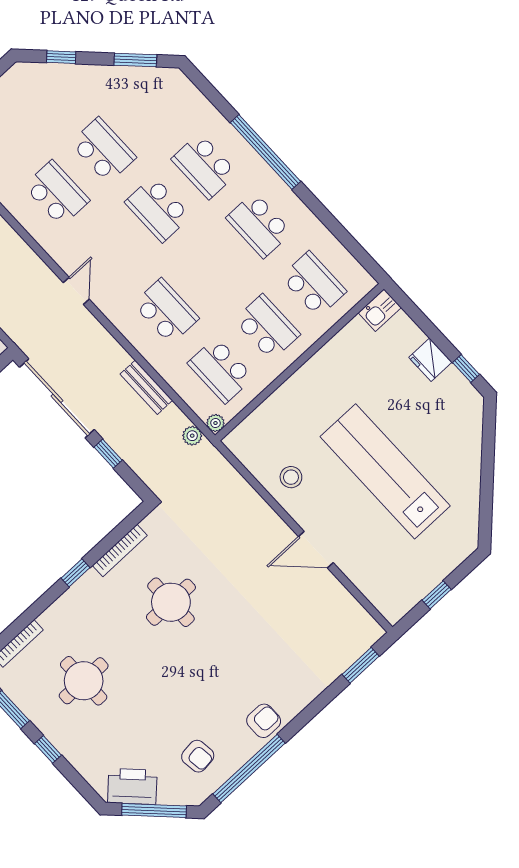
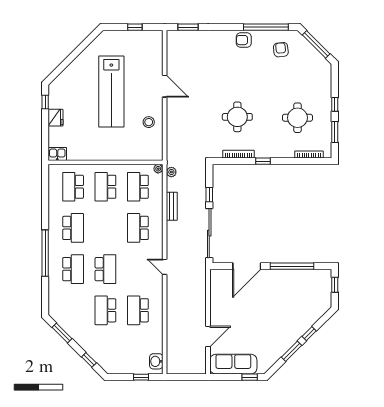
door: (76, 291) -> (165, 267), hinge flipped
school desk: (221, 370) -> (138, 187), turned 180
printer: (132, 787) -> (316, 61), removed

